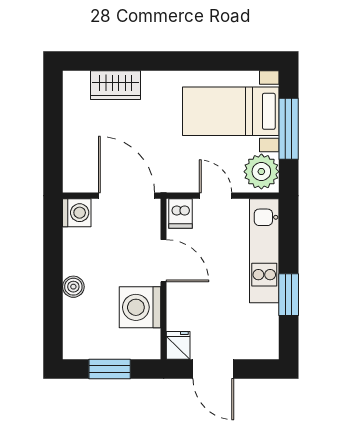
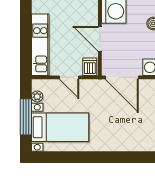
wardrobe: (115, 85) -> (128, 143), removed
plant: (261, 172) -> (37, 96), width x0.53, depth x0.53
window: (289, 295) -> (26, 19), removed

